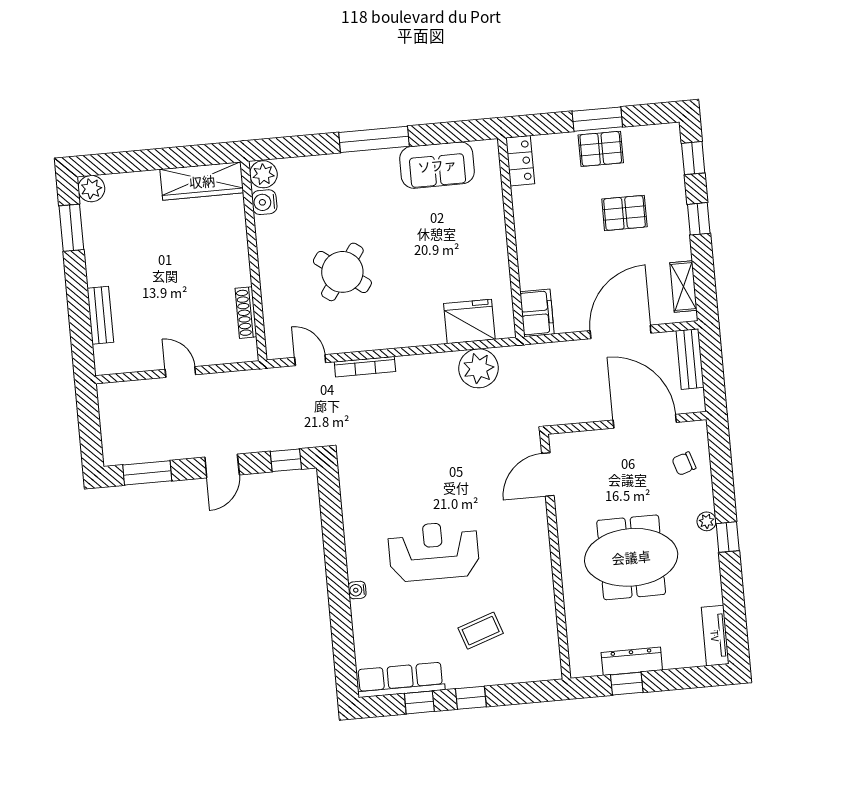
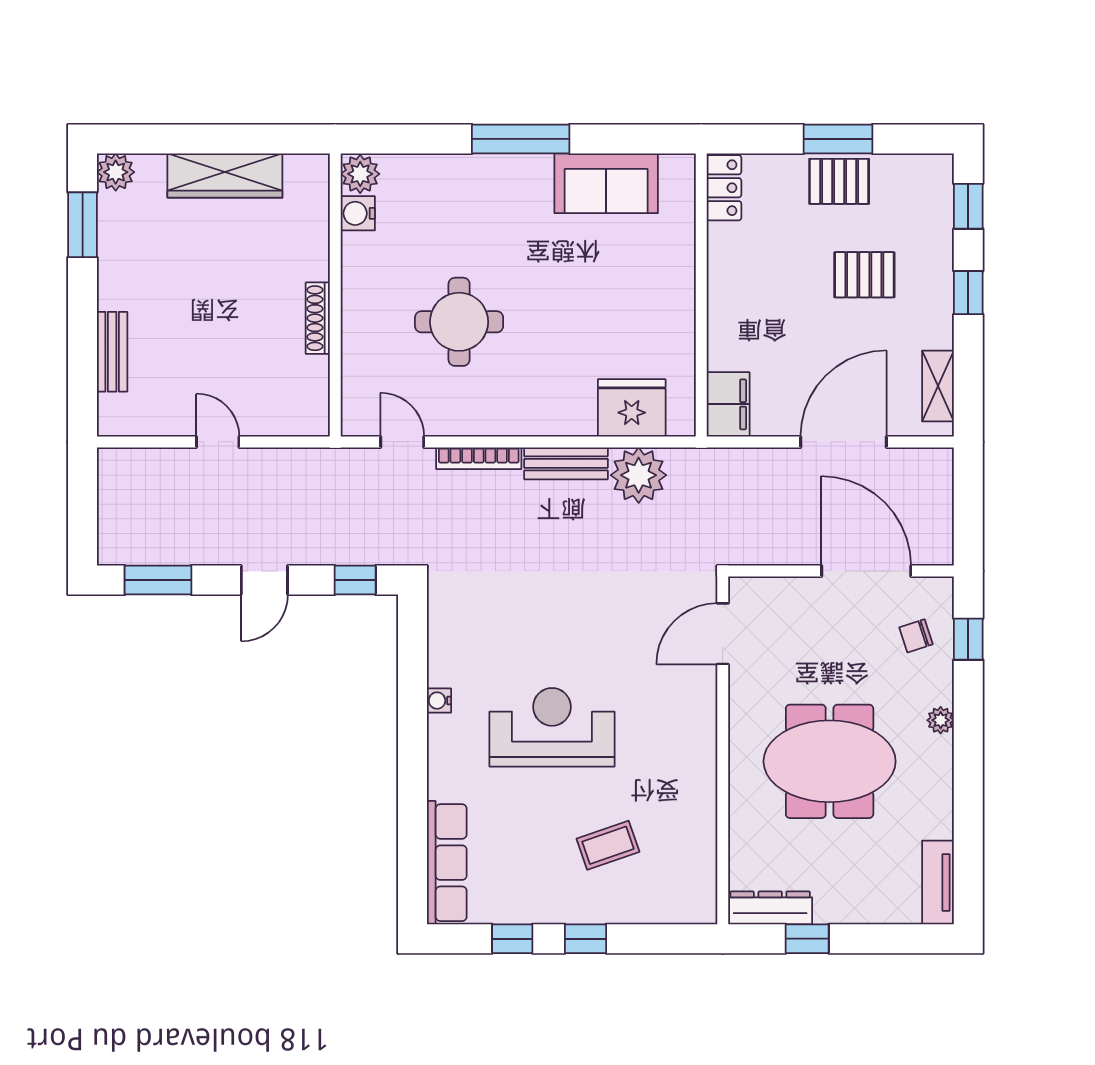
wardrobe: (202, 181) -> (225, 176), moved
round table: (342, 272) -> (459, 322), turned -36
shoe rack: (246, 313) -> (318, 318), moved
bench: (690, 359) -> (566, 463), moved, turned 90
window: (728, 537) -> (968, 639), moved
water cooler: (357, 590) -> (439, 701), moved
dresser: (632, 661) -> (770, 908), moved
row of seats: (400, 680) -> (447, 863), moved, turned 90

